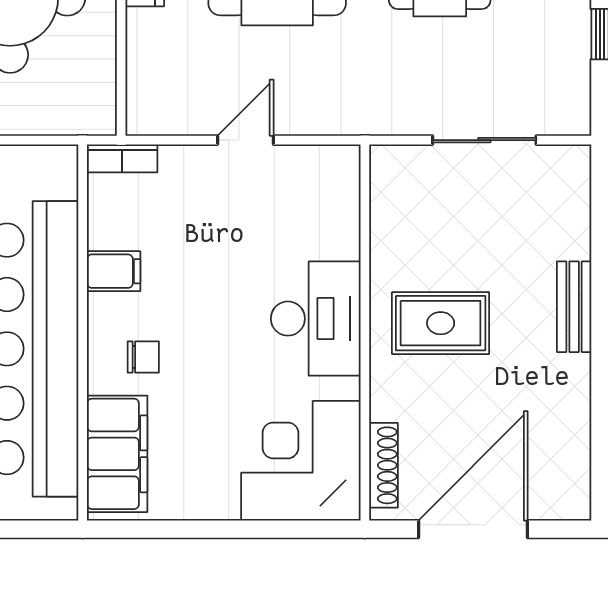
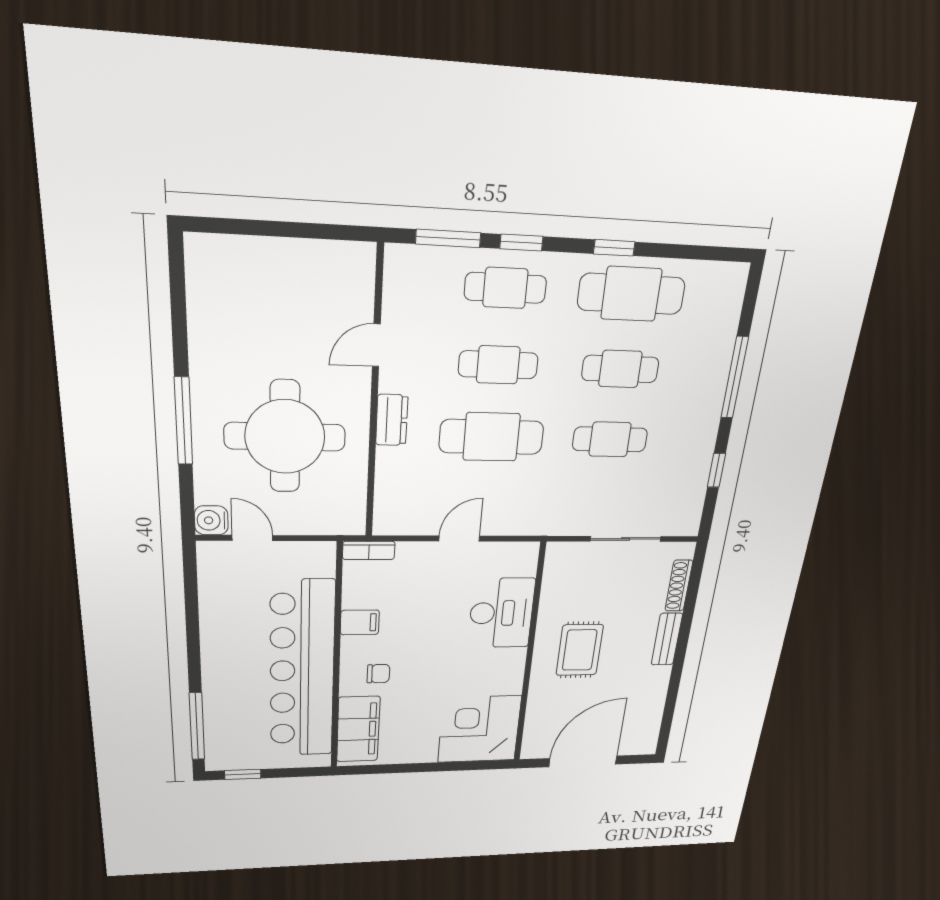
desk: (316, 319) -> (501, 613), moved
rug: (441, 323) -> (580, 650), turned 90
shoe rack: (384, 465) -> (679, 586), moved, turned 180

